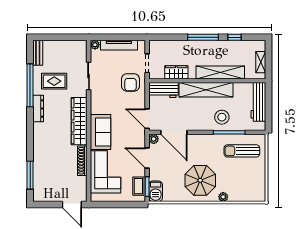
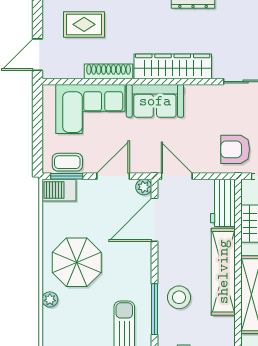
rug: (54, 81) -> (84, 24), moved, turned 90
door: (147, 119) -> (177, 176), hinge flipped

